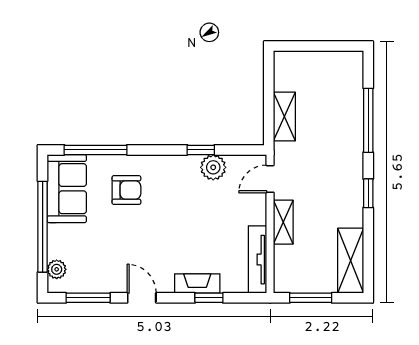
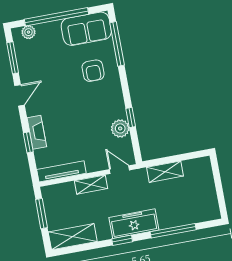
freezer: (348, 173) -> (134, 224), added

